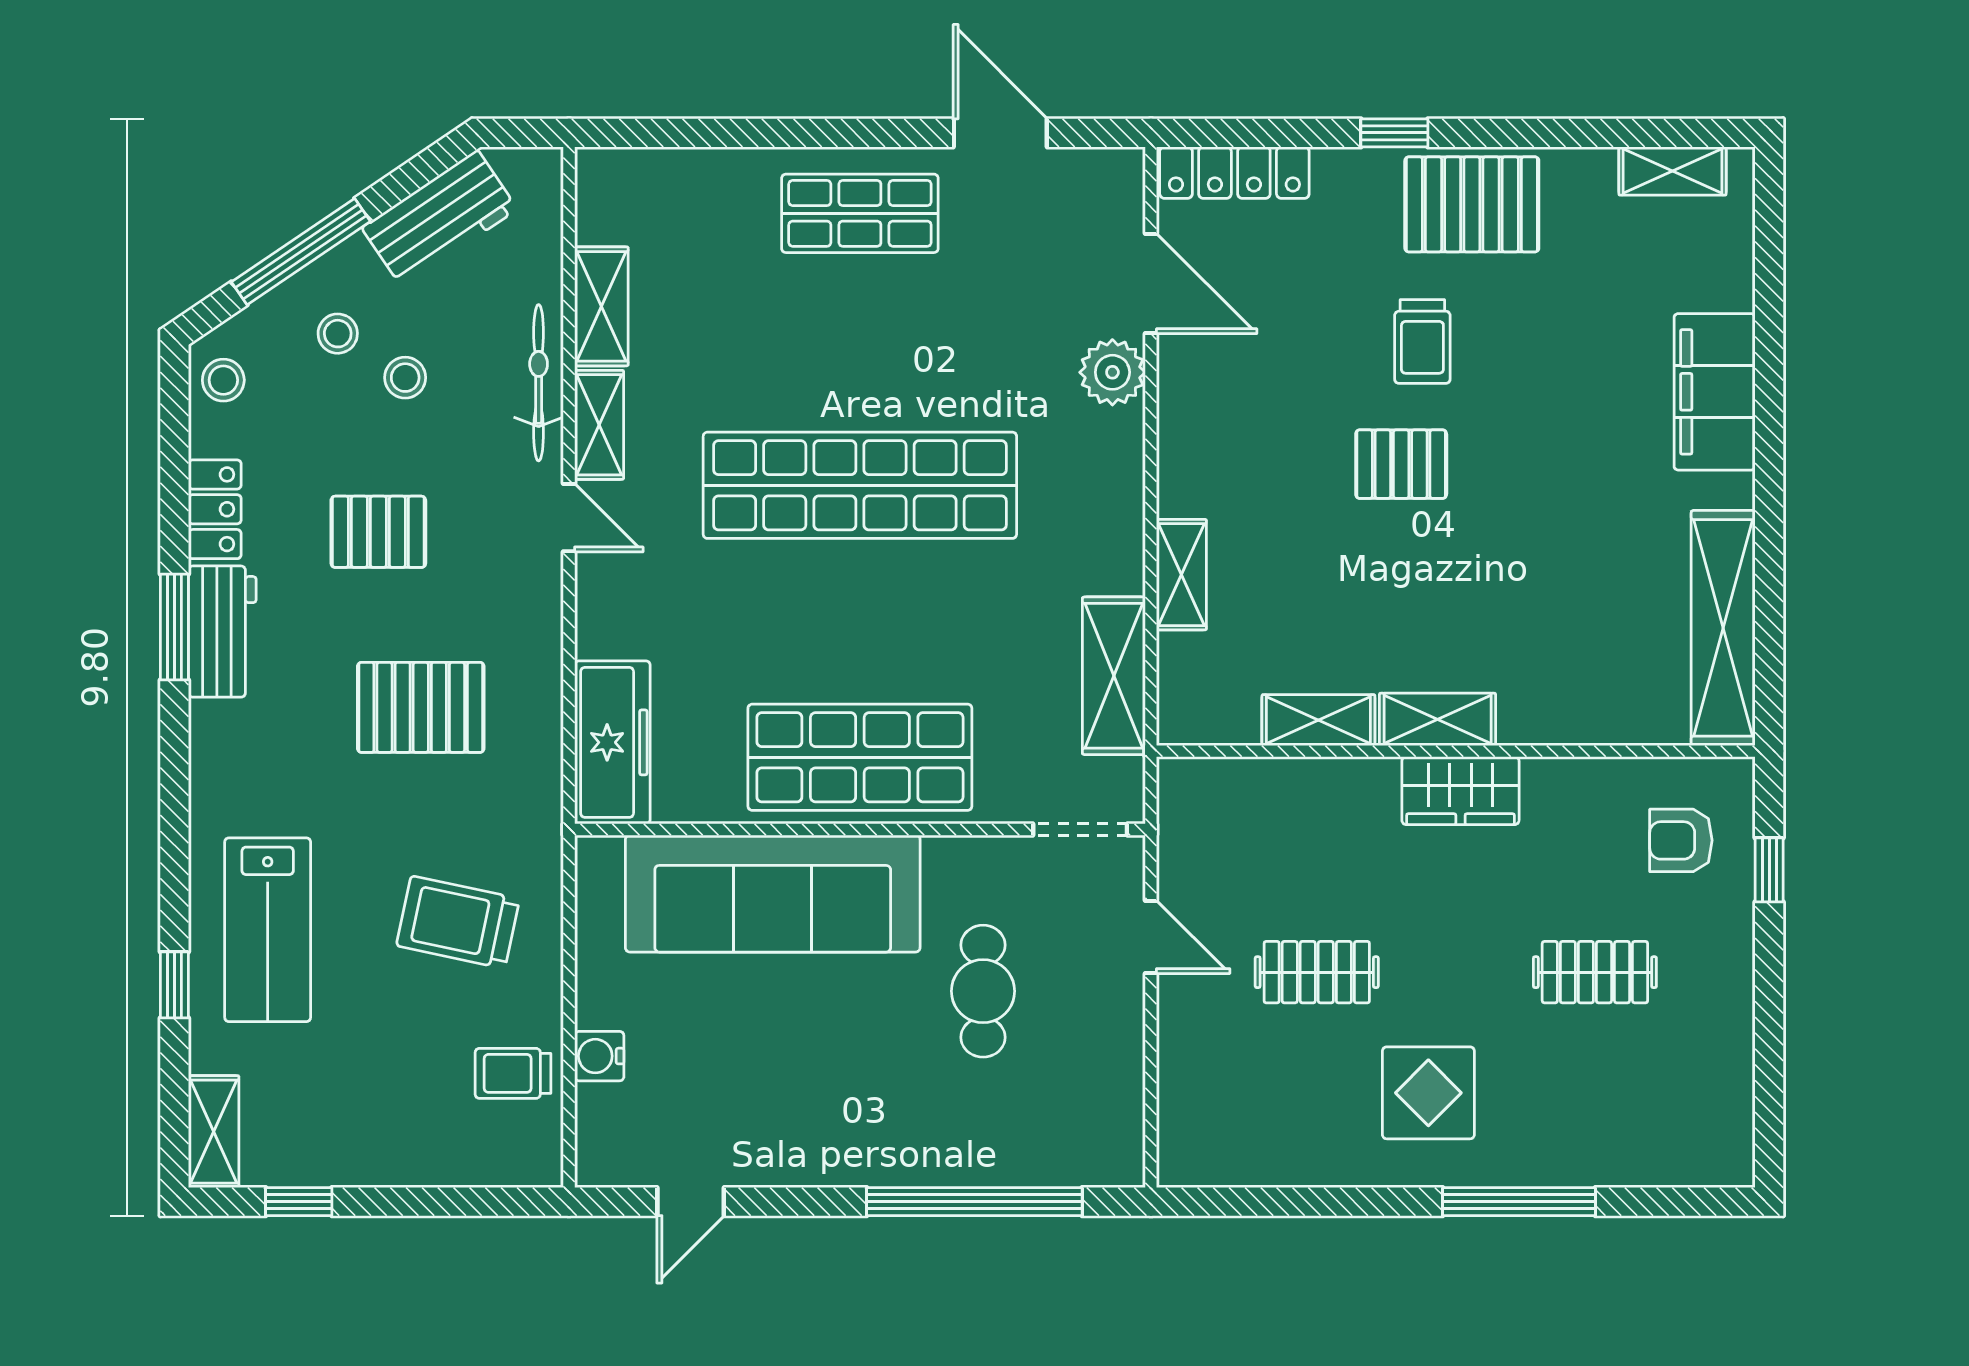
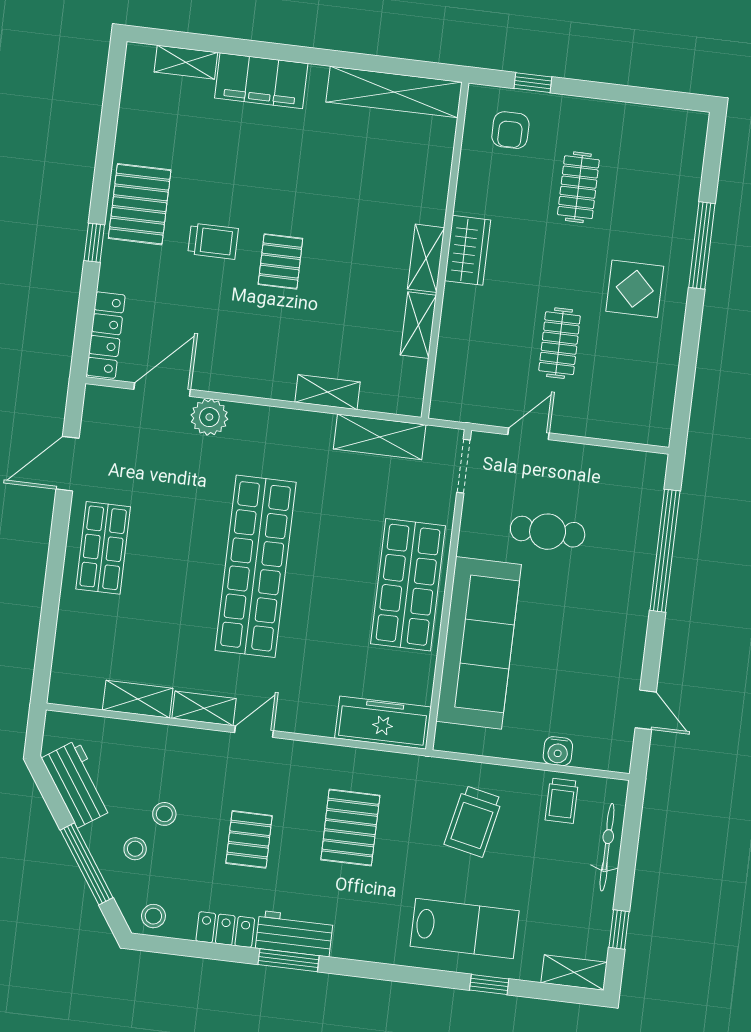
shelving: (1673, 171) -> (186, 62), moved, turned 90
bicycle: (539, 383) -> (607, 847), moved, turned 90

